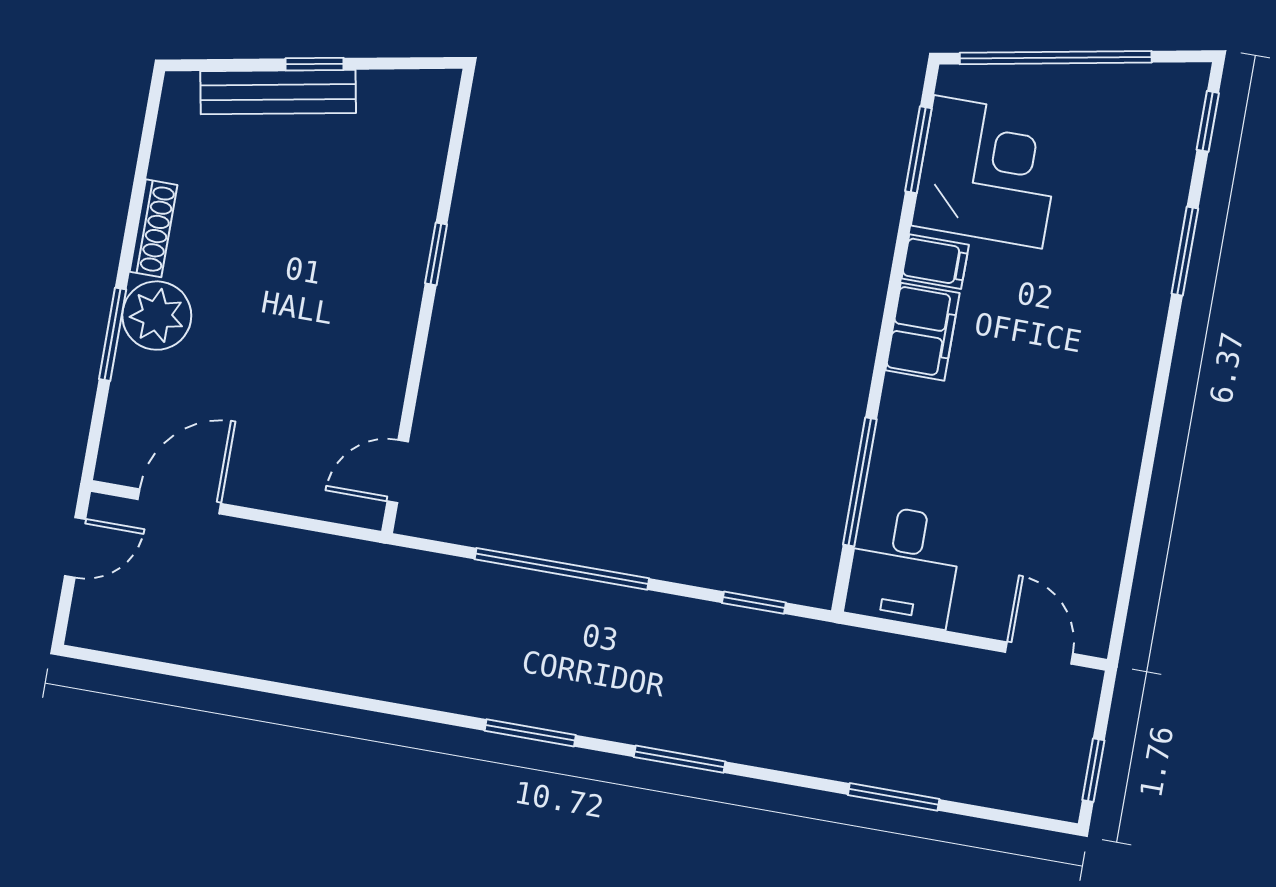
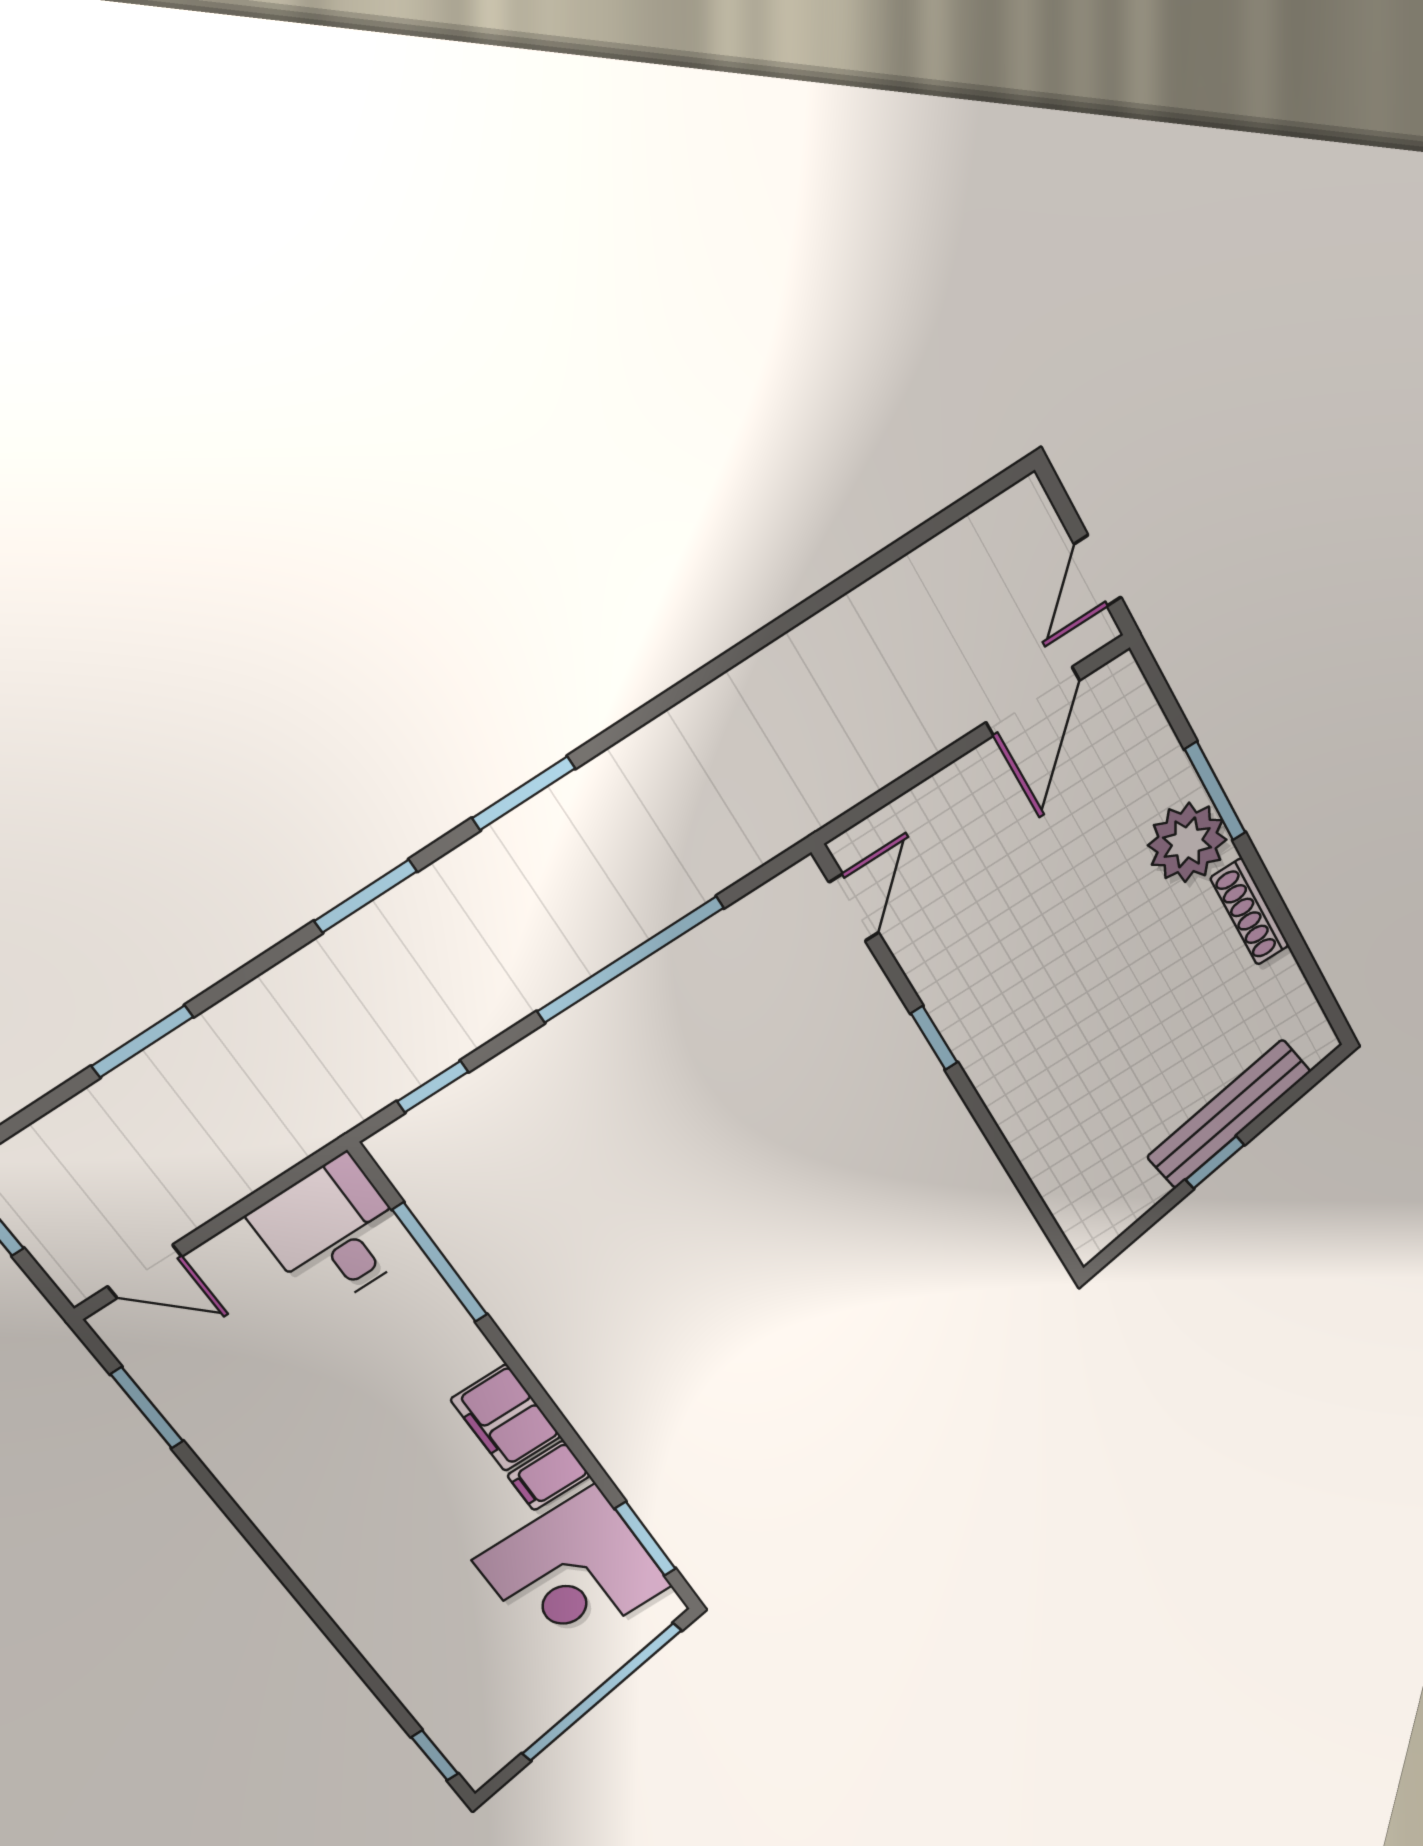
window: (1185, 251) -> (147, 1408), moved
window: (436, 254) -> (934, 1038), moved

